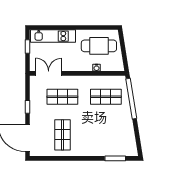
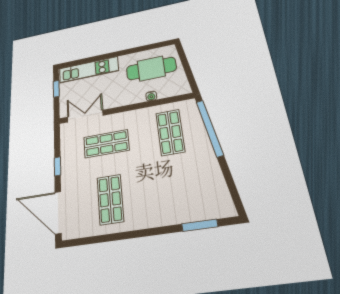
shop shelf: (106, 97) -> (170, 132), turned 90

